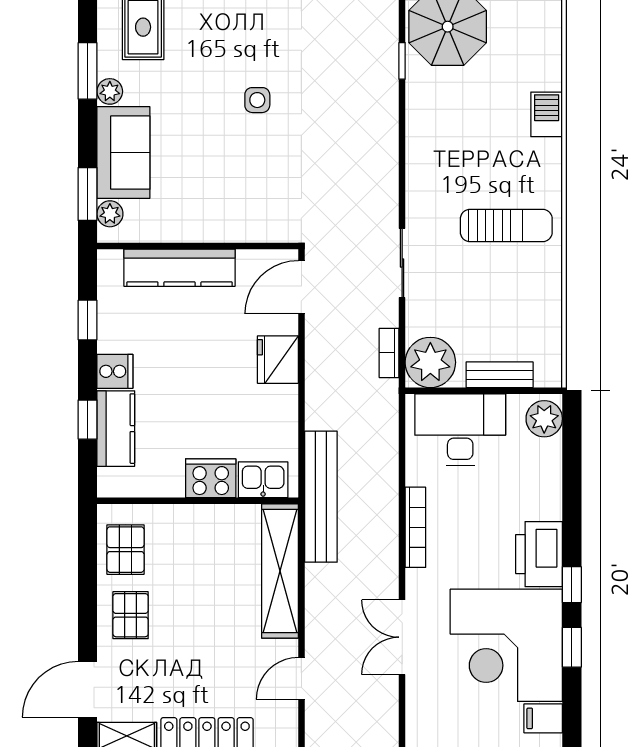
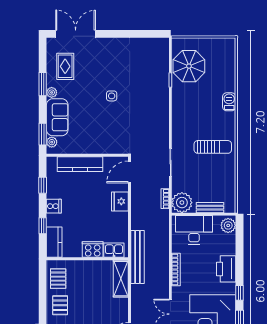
kitchen counter: (116, 429) -> (54, 242), moved
printer: (539, 554) -> (226, 269), moved
shelving: (280, 571) -> (121, 279), width x0.68

